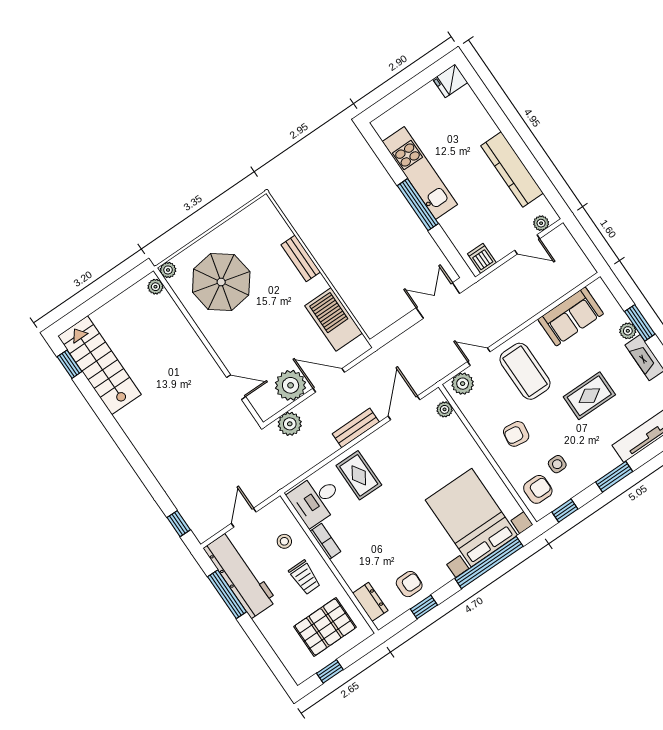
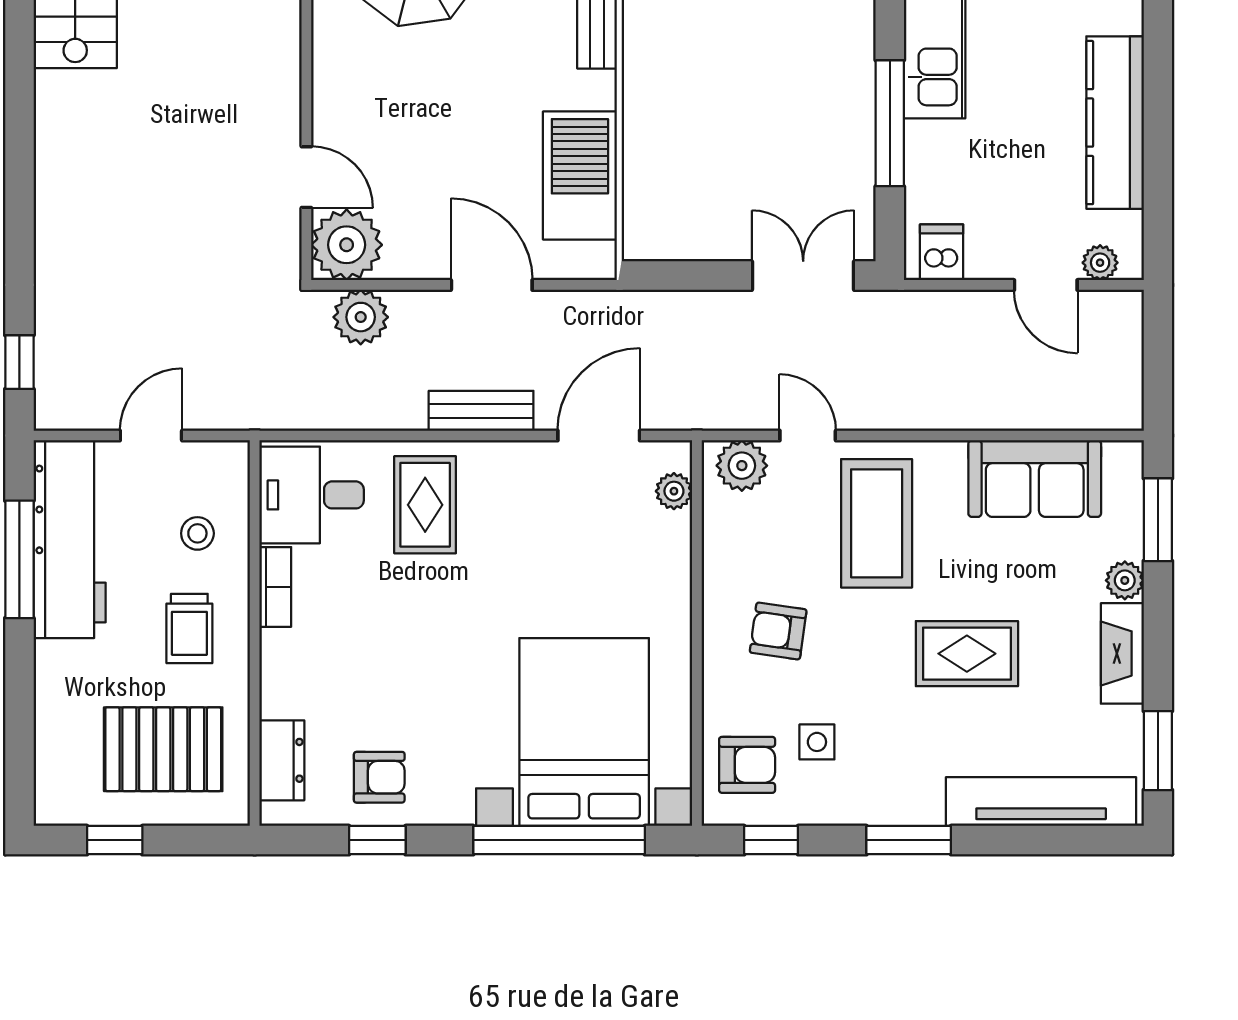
window: (418, 205) -> (890, 123), moved
window: (640, 323) -> (1158, 520), moved
plant: (291, 385) -> (347, 245), moved

